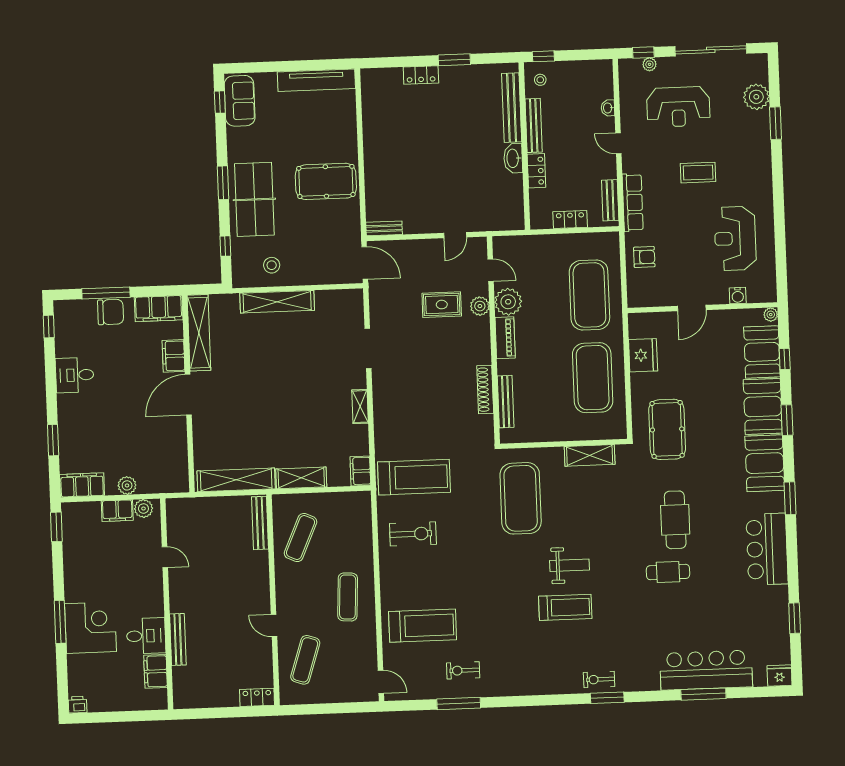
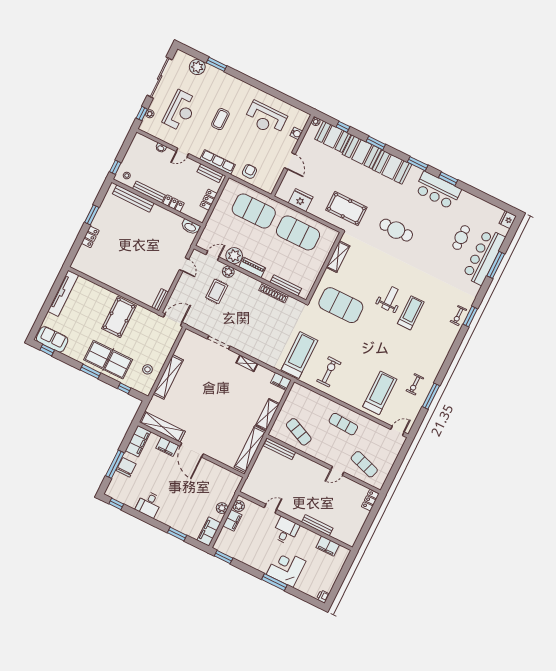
washbasin: (513, 158) -> (190, 227), moved
cafe table: (668, 572) -> (461, 238), moved
window: (795, 618) -> (448, 179), moved
desk: (146, 636) -> (286, 531), moved

